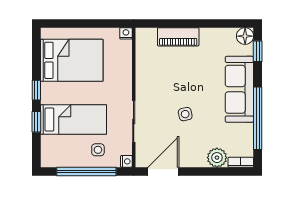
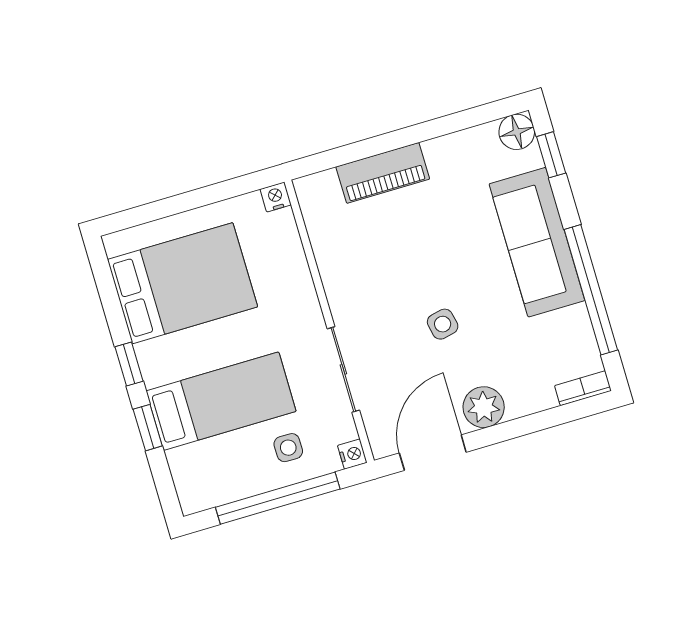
plant: (217, 158) -> (484, 407), moved

